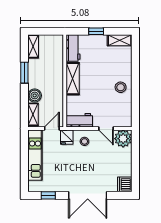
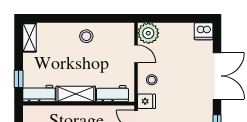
window: (96, 31) -> (19, 79), moved
workbench: (79, 120) -> (112, 94), moved, turned 90
door: (106, 128) -> (136, 54), hinge flipped

